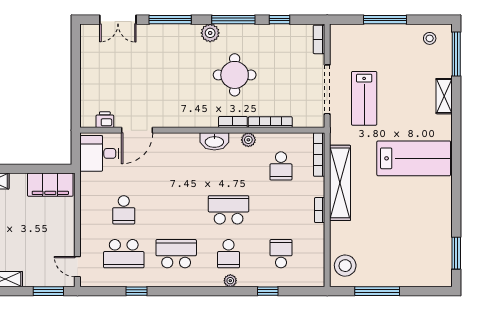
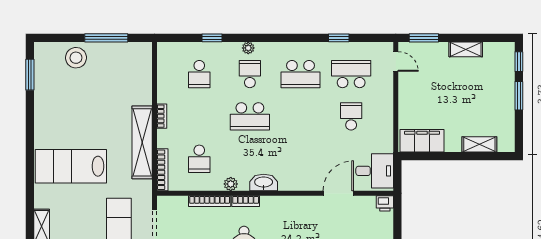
printer: (105, 120) -> (385, 203), moved
school desk: (281, 166) -> (199, 159), turned 180
stool: (345, 266) -> (76, 58), moved

